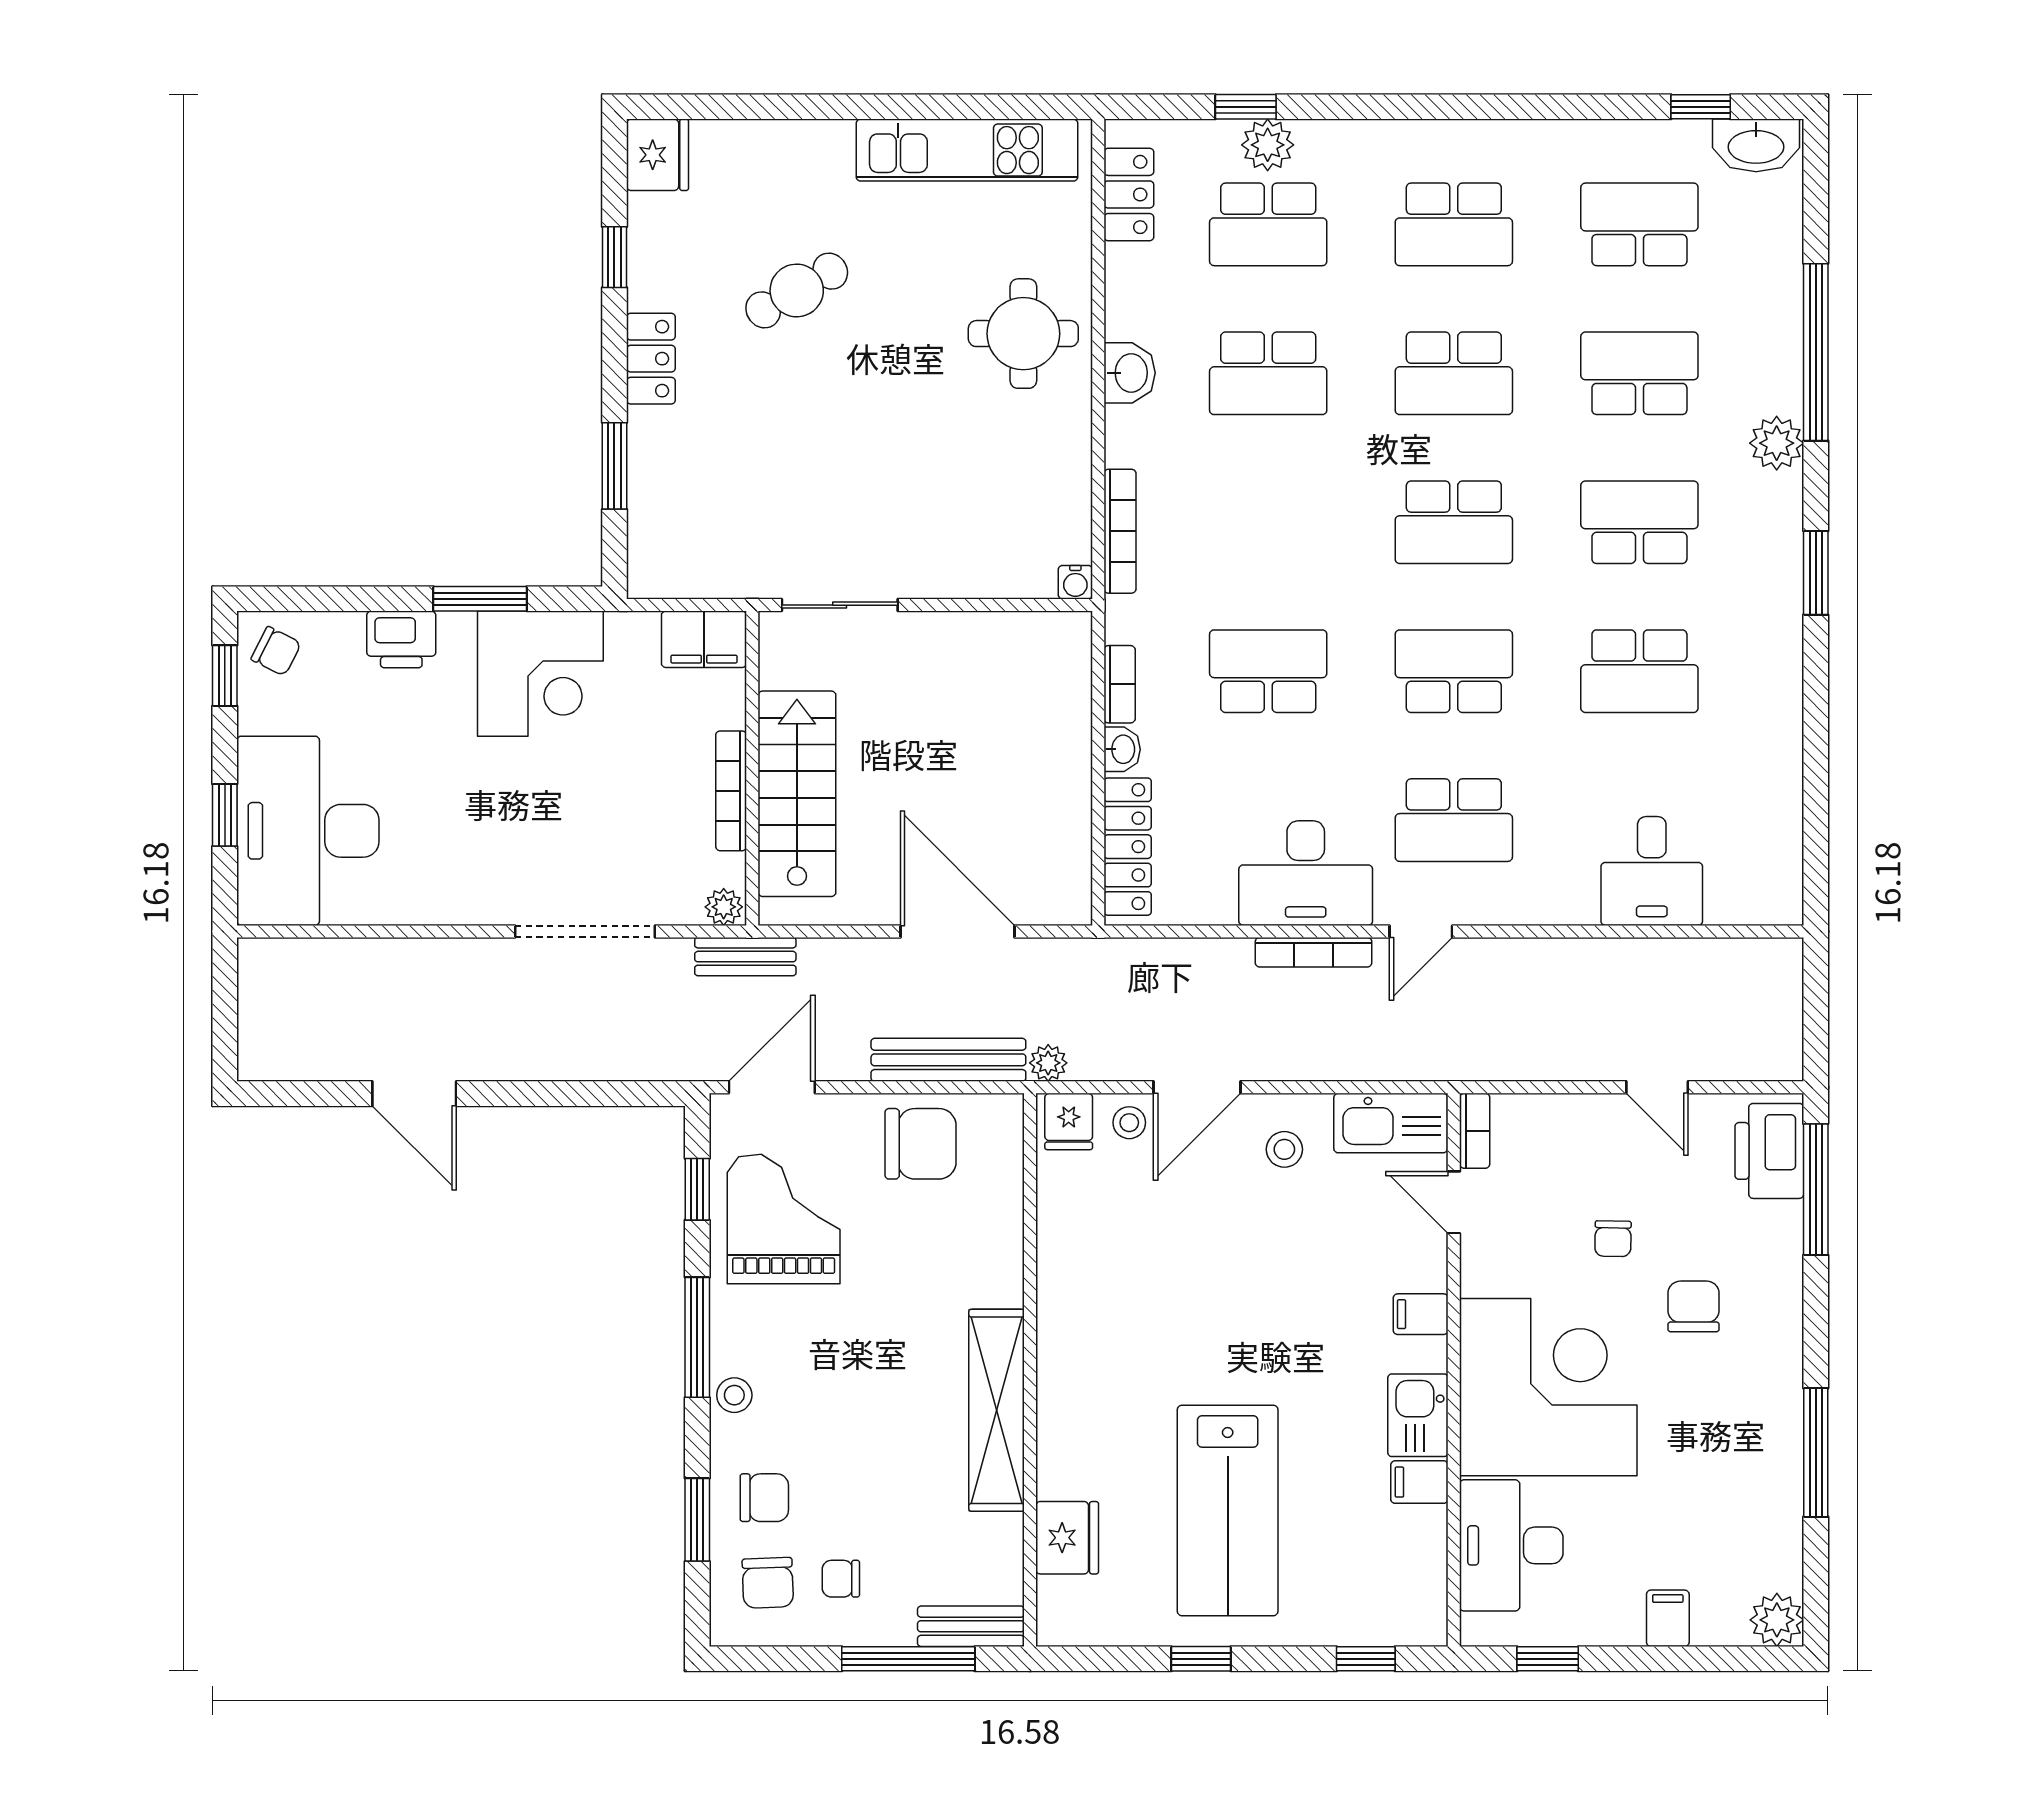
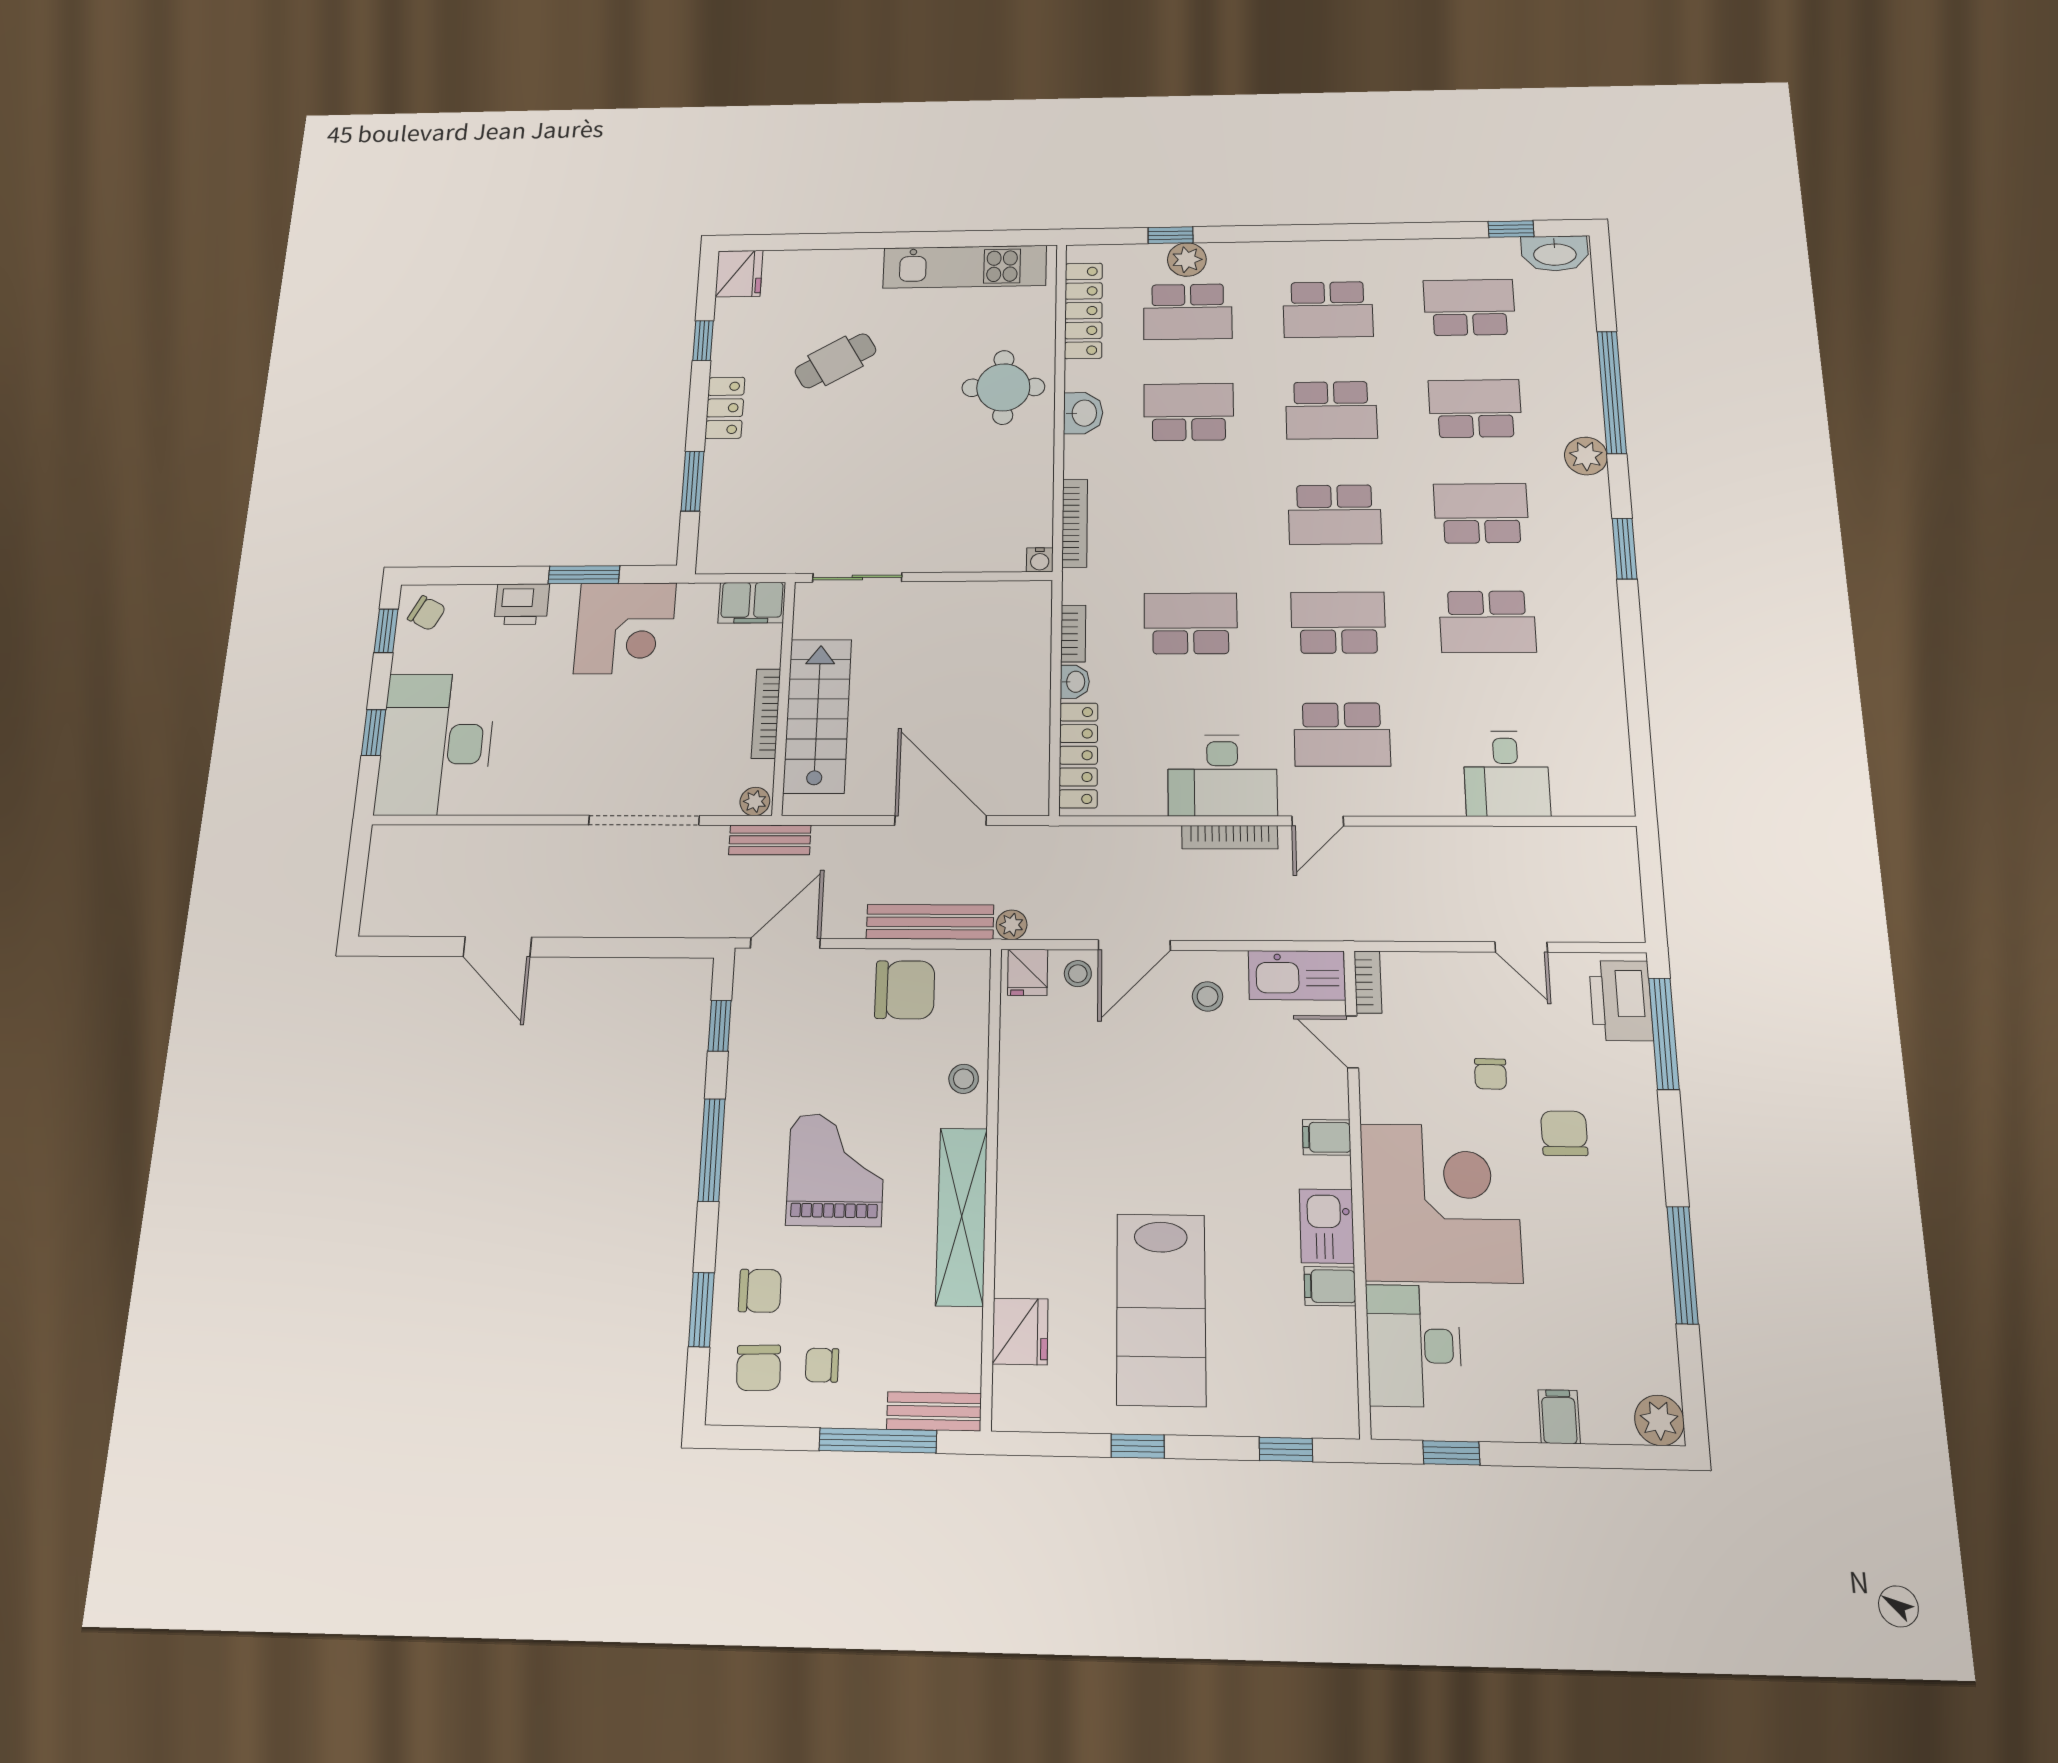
locker: (1129, 194) -> (1083, 311), width x1.53
school desk: (1268, 373) -> (1189, 412), turned 180
grand piano: (784, 1219) -> (836, 1170), moved
stool: (734, 1395) -> (964, 1079), moved

